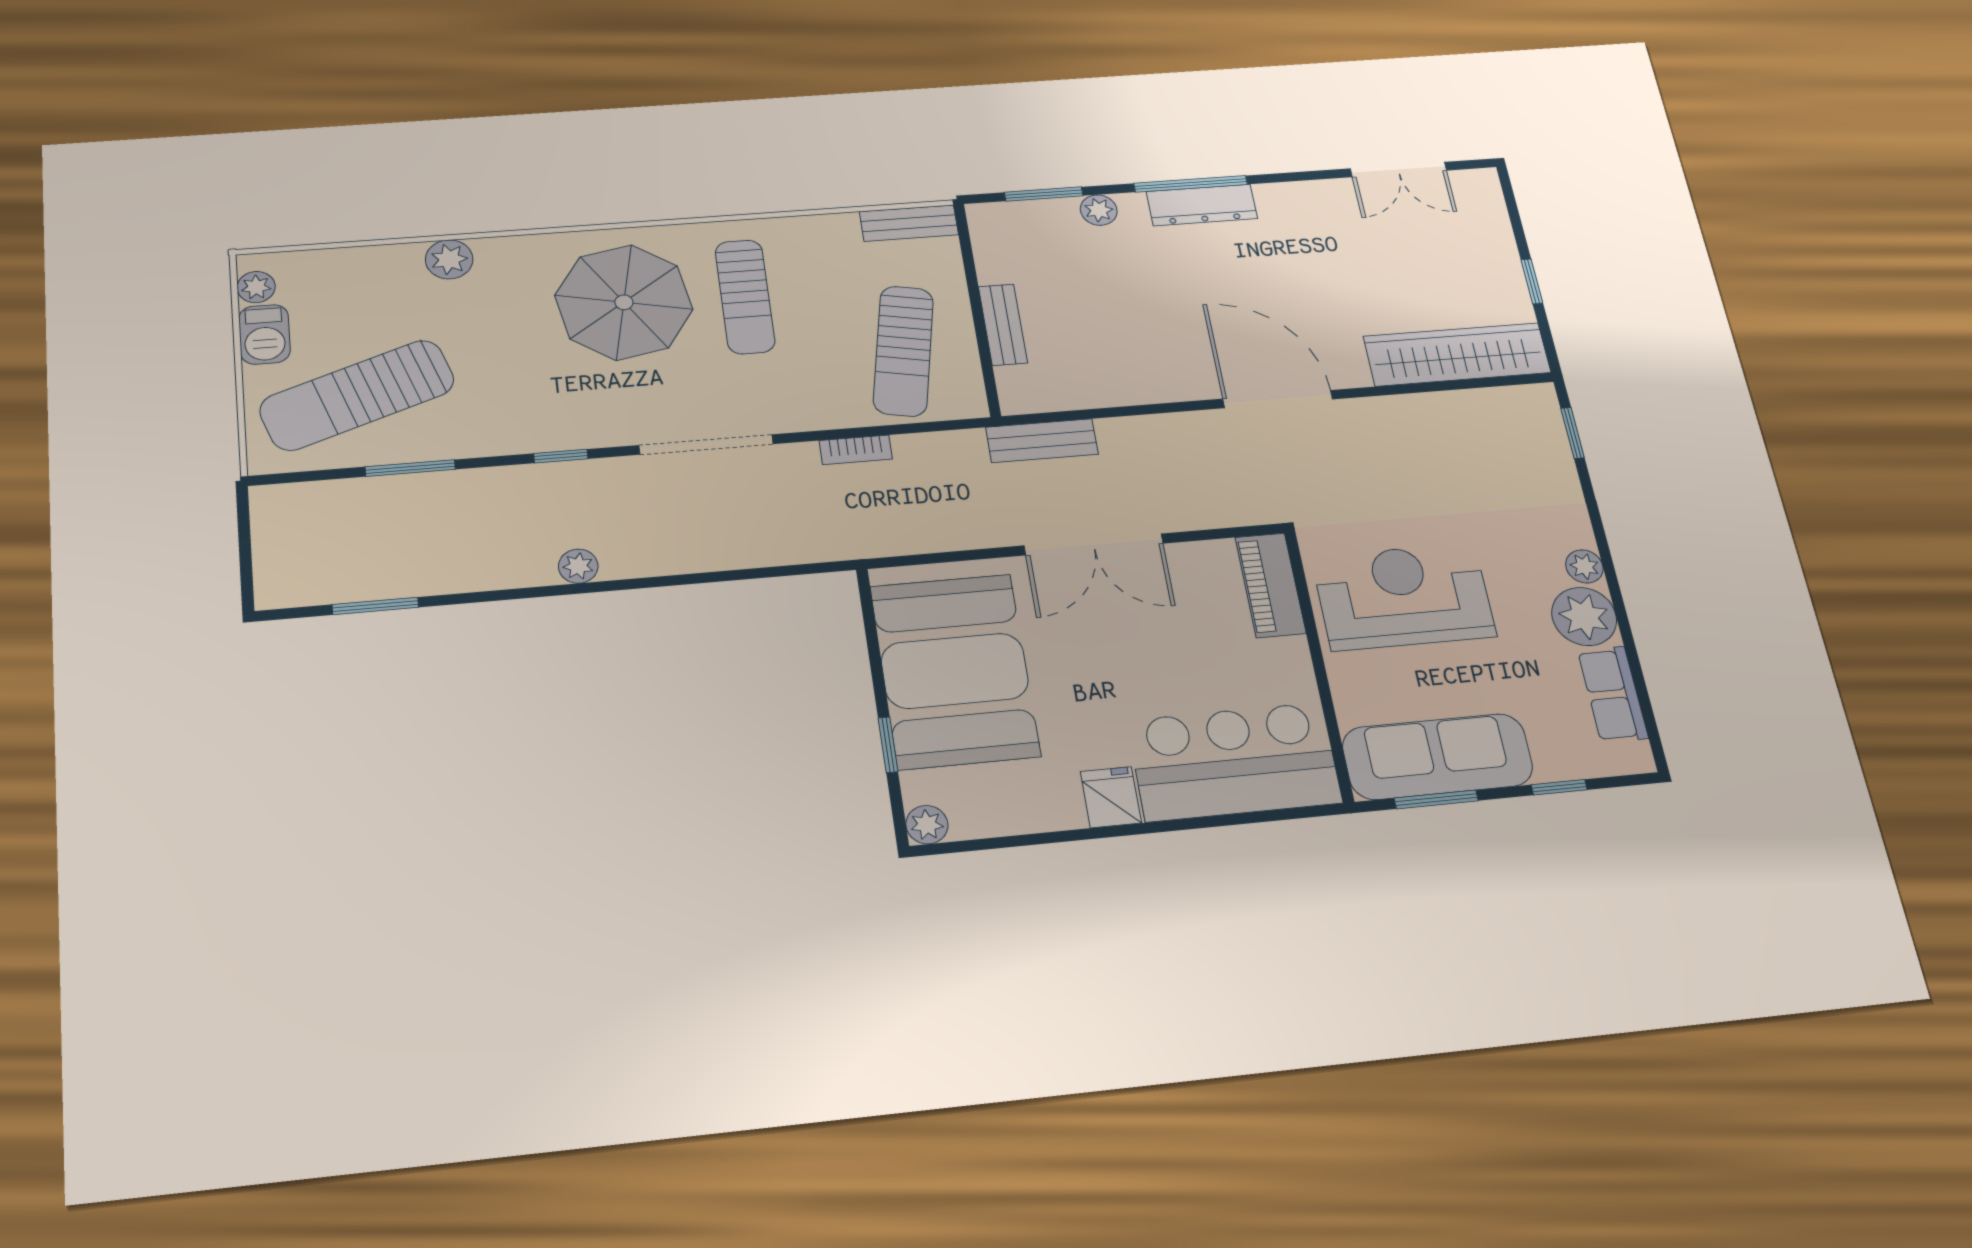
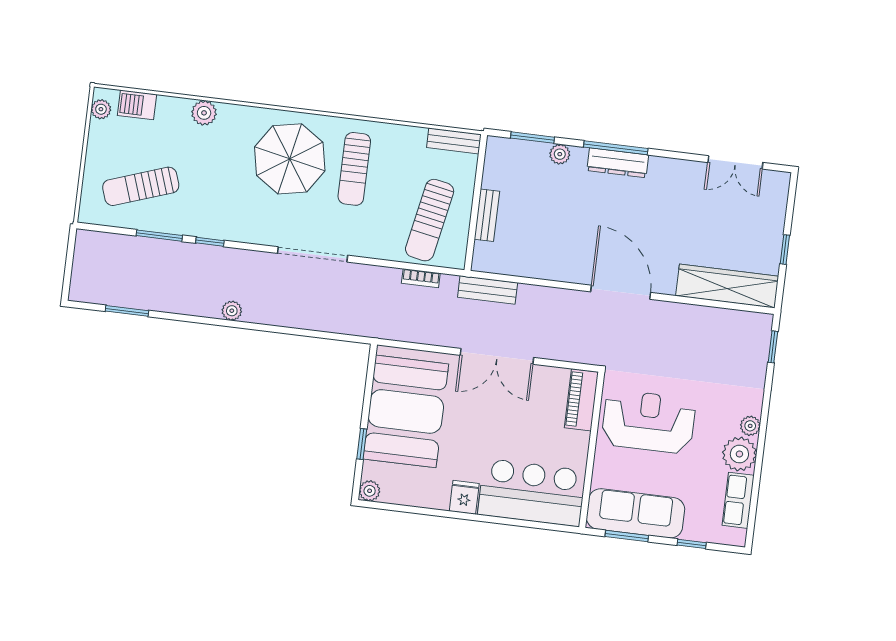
barbecue: (264, 334) -> (137, 105), moved, turned 90
sun lounger: (357, 395) -> (141, 186), width x0.73, depth x0.75
bookcase: (856, 450) -> (421, 278), moved
window: (561, 456) -> (210, 242), moved

